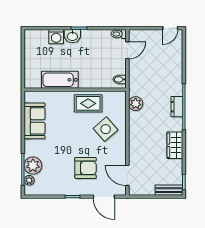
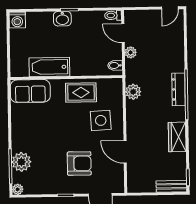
washing machine: (56, 37) -> (17, 20), moved
door: (127, 50) -> (123, 33), swing flipped
plant: (134, 68) -> (131, 52), added
dresser: (177, 107) -> (179, 89), width x1.44
sofa: (35, 121) -> (30, 91), moved, turned 90
side table: (106, 129) -> (101, 120), turned 38
door: (127, 175) -> (125, 152), moved
plant: (29, 180) -> (18, 189), moved

